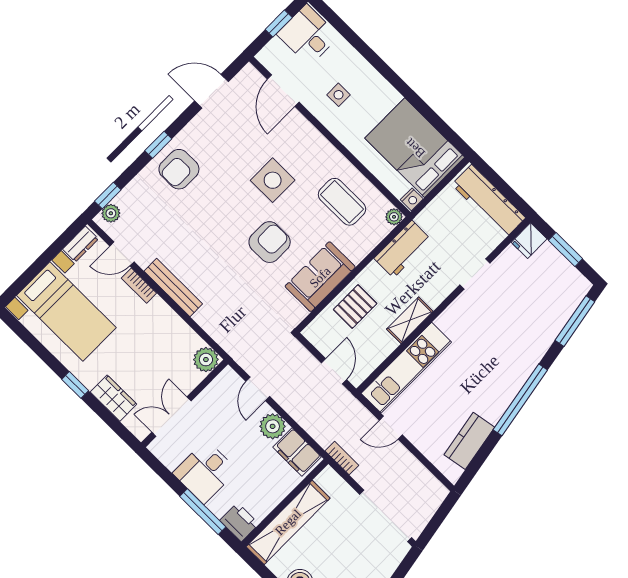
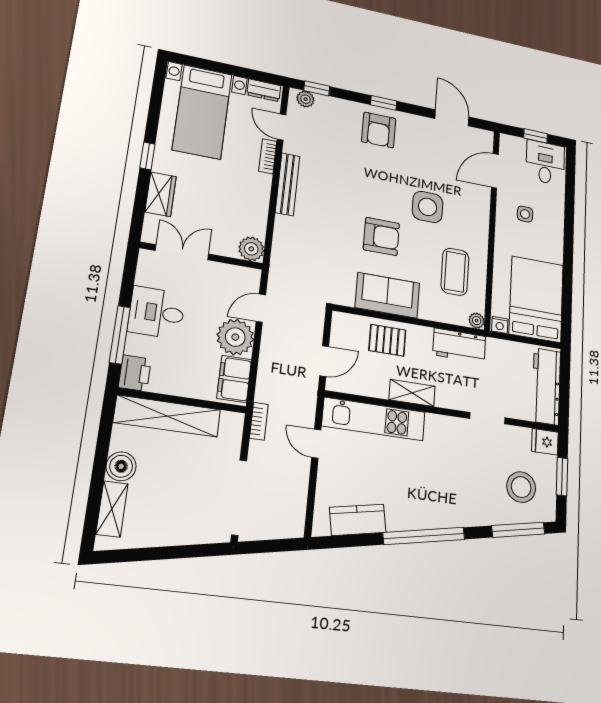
armchair: (179, 169) -> (379, 130), turned -90
stool: (547, 291) -> (521, 487), added
plant: (273, 426) -> (235, 337), width x1.36, depth x1.36

